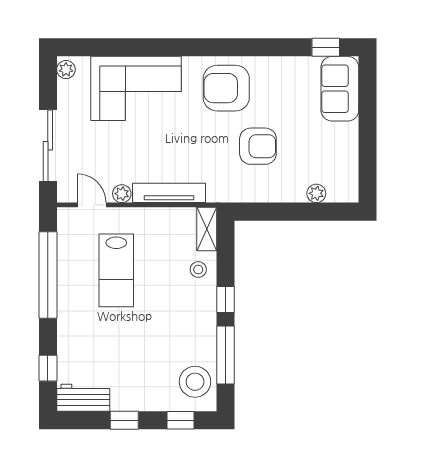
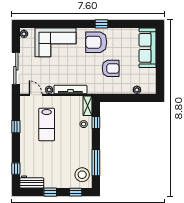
window: (326, 47) -> (101, 24), moved
sofa: (340, 89) -> (148, 48), width x1.36
window: (48, 275) -> (16, 127), width x0.32
window: (225, 299) -> (96, 122), moved

